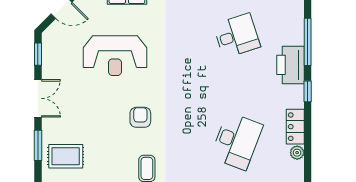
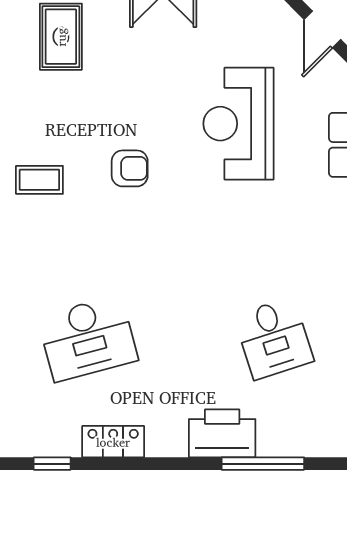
window: (308, 91) -> (52, 464), moved
desk: (237, 141) -> (88, 338), turned -36
plant: (297, 153) -> (67, 445), removed

